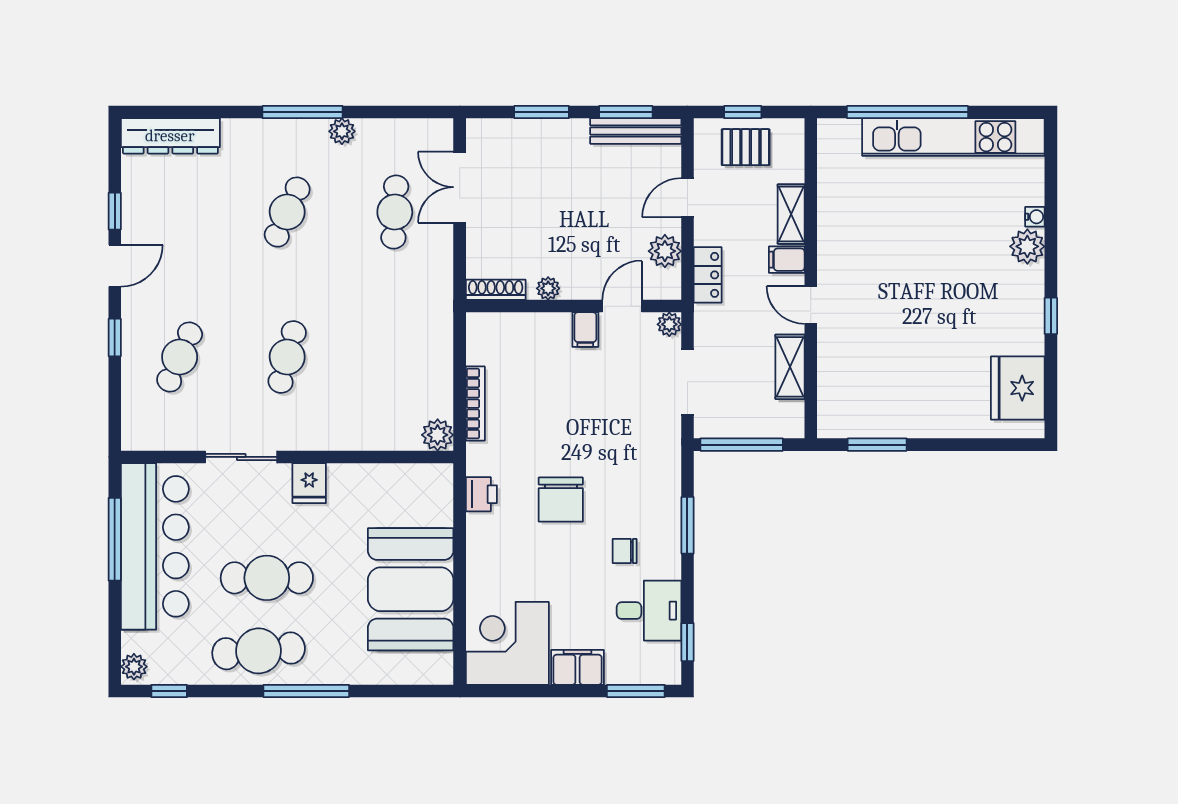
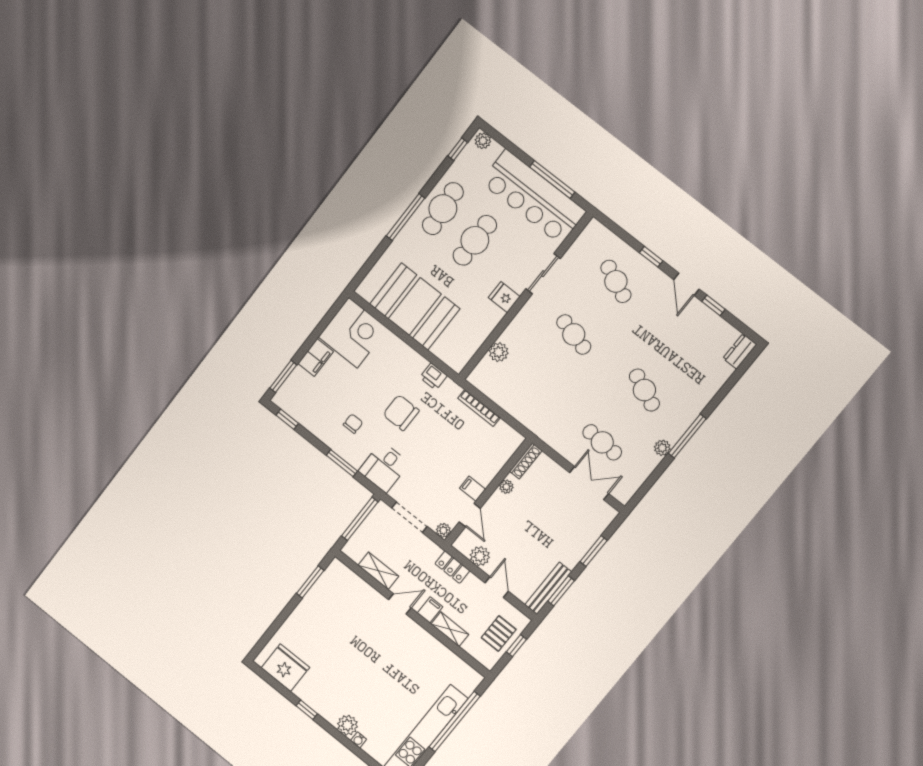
dresser: (170, 136) -> (740, 351), width x0.51, depth x0.80
plant: (438, 435) -> (499, 352), moved
desk: (649, 611) -> (384, 467), moved

